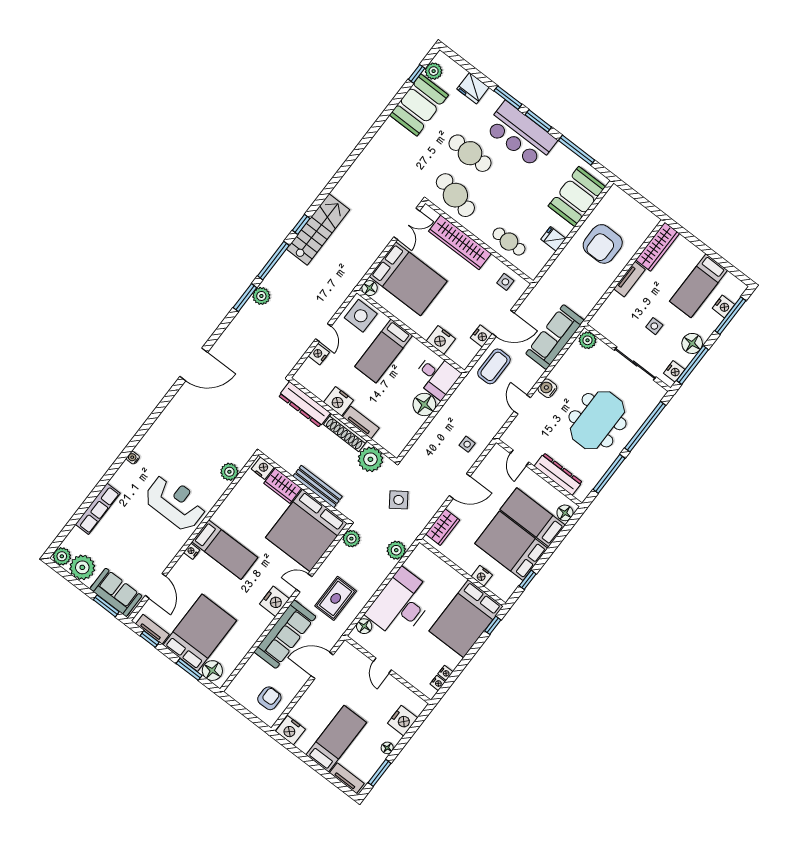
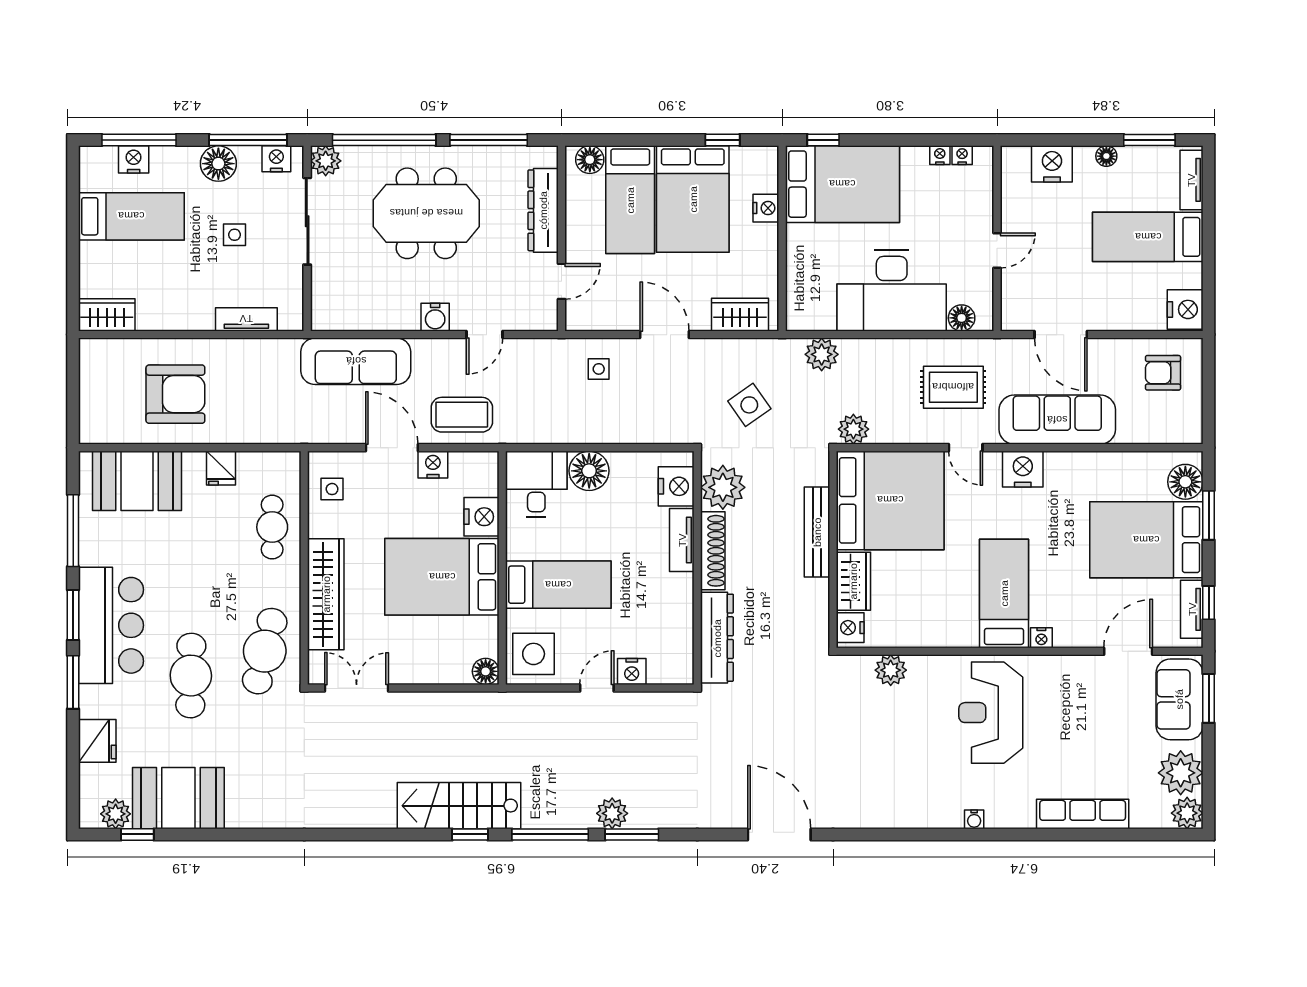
wardrobe: (658, 247) -> (107, 315), width x0.67
bed: (408, 279) -> (442, 577), moved, turned -90
tv unit: (629, 279) -> (246, 319), moved
plant: (587, 340) -> (326, 161), moved
nightstand: (338, 401) -> (676, 486), moved

